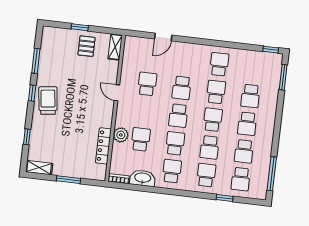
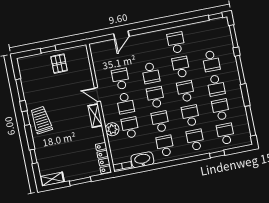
shelving: (115, 47) -> (95, 116), moved
school desk: (144, 112) -> (125, 103), added
school desk: (178, 116) -> (156, 97), turned 180
window: (279, 116) -> (240, 70), added
locker: (103, 146) -> (103, 158), moved
school desk: (210, 147) -> (191, 116), turned 180
school desk: (244, 151) -> (221, 110), turned 180
school desk: (241, 179) -> (225, 134), turned 180

